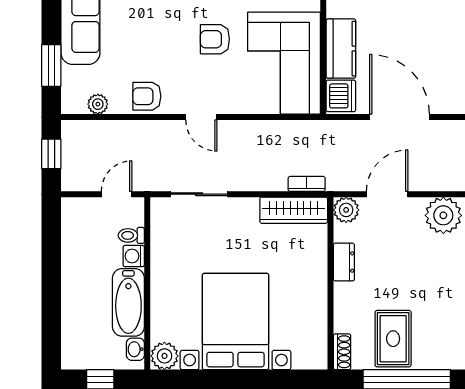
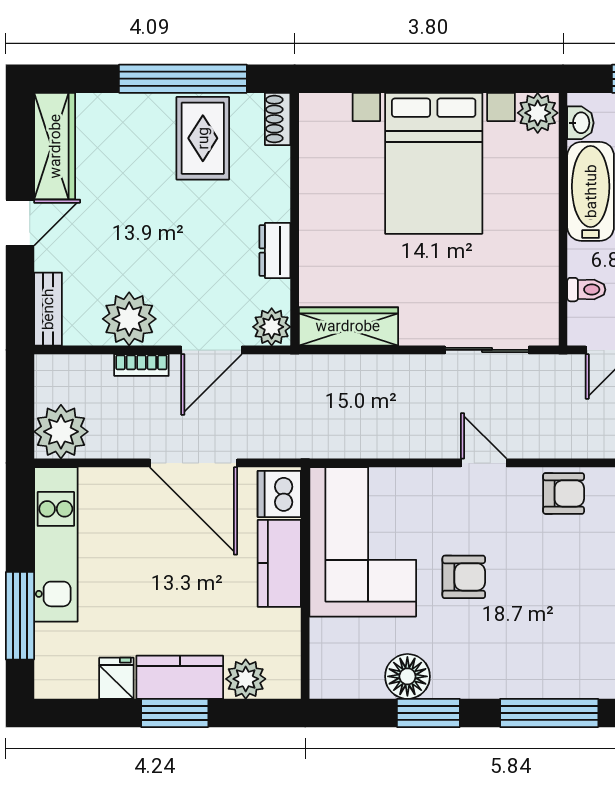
bookcase: (307, 184) -> (141, 365), moved
washing machine: (134, 256) -> (583, 259), removed

